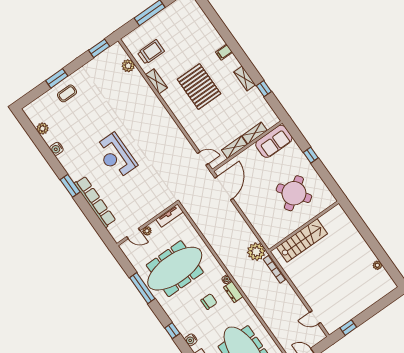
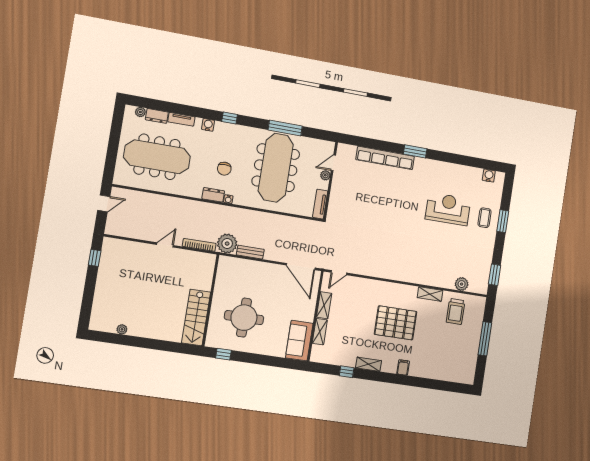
plant: (42, 129) -> (476, 174), removed
water cooler: (56, 149) -> (489, 176), moved
window: (311, 155) -> (223, 354), moved
reception desk: (116, 156) -> (448, 209), moved
round table: (294, 193) -> (244, 318), turned 35
bench: (247, 231) -> (250, 252), added
stairs: (302, 240) -> (196, 317), moved
door: (315, 318) -> (165, 245), moved

